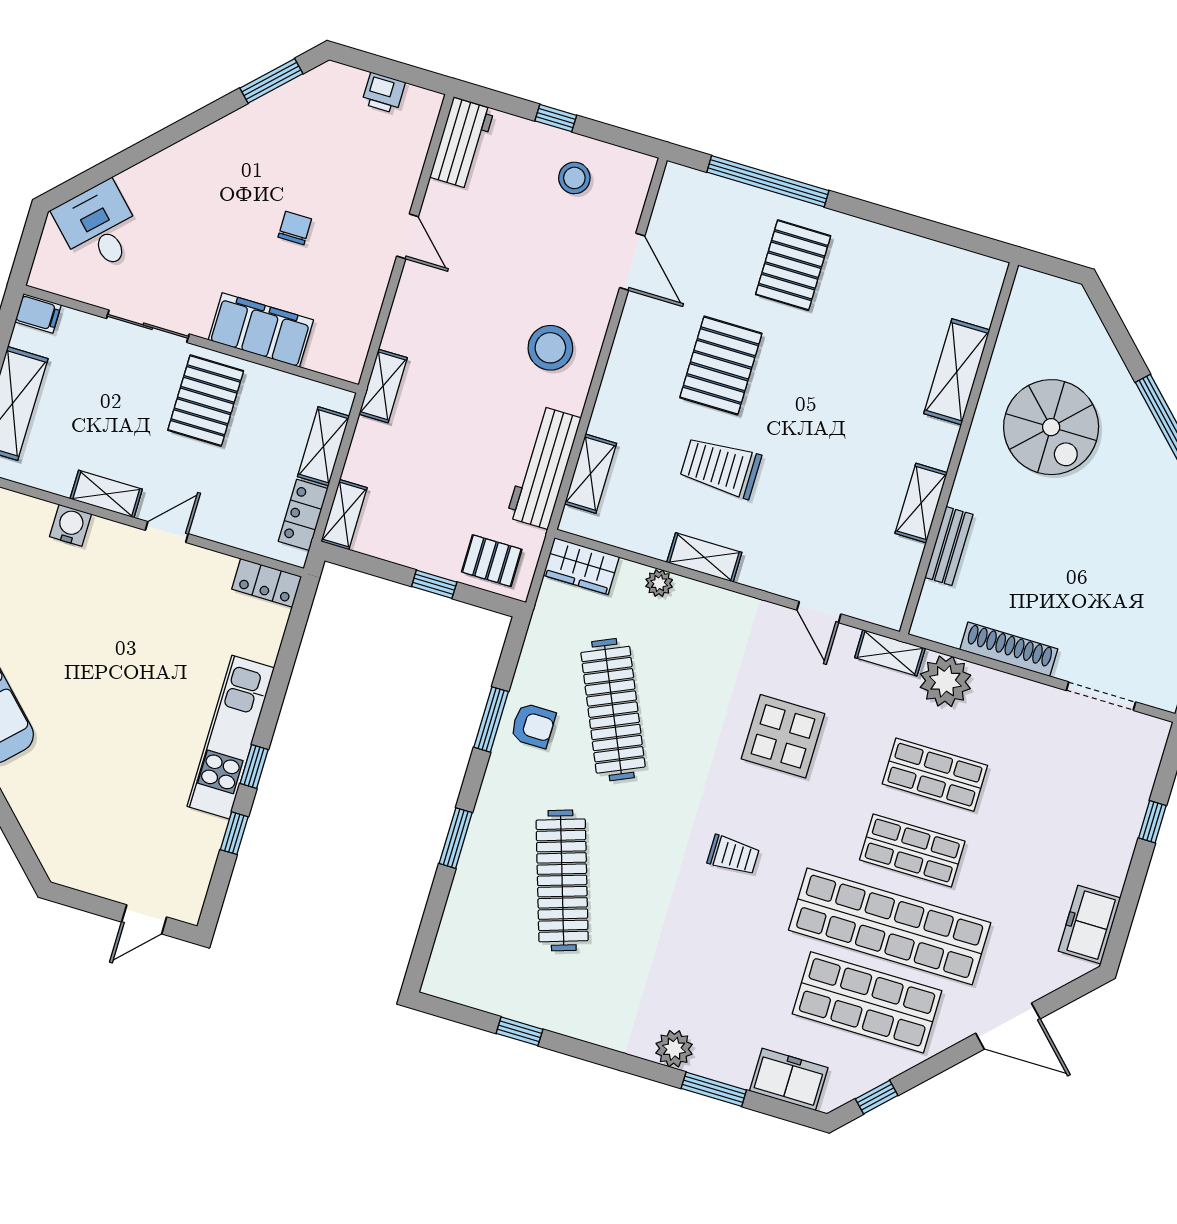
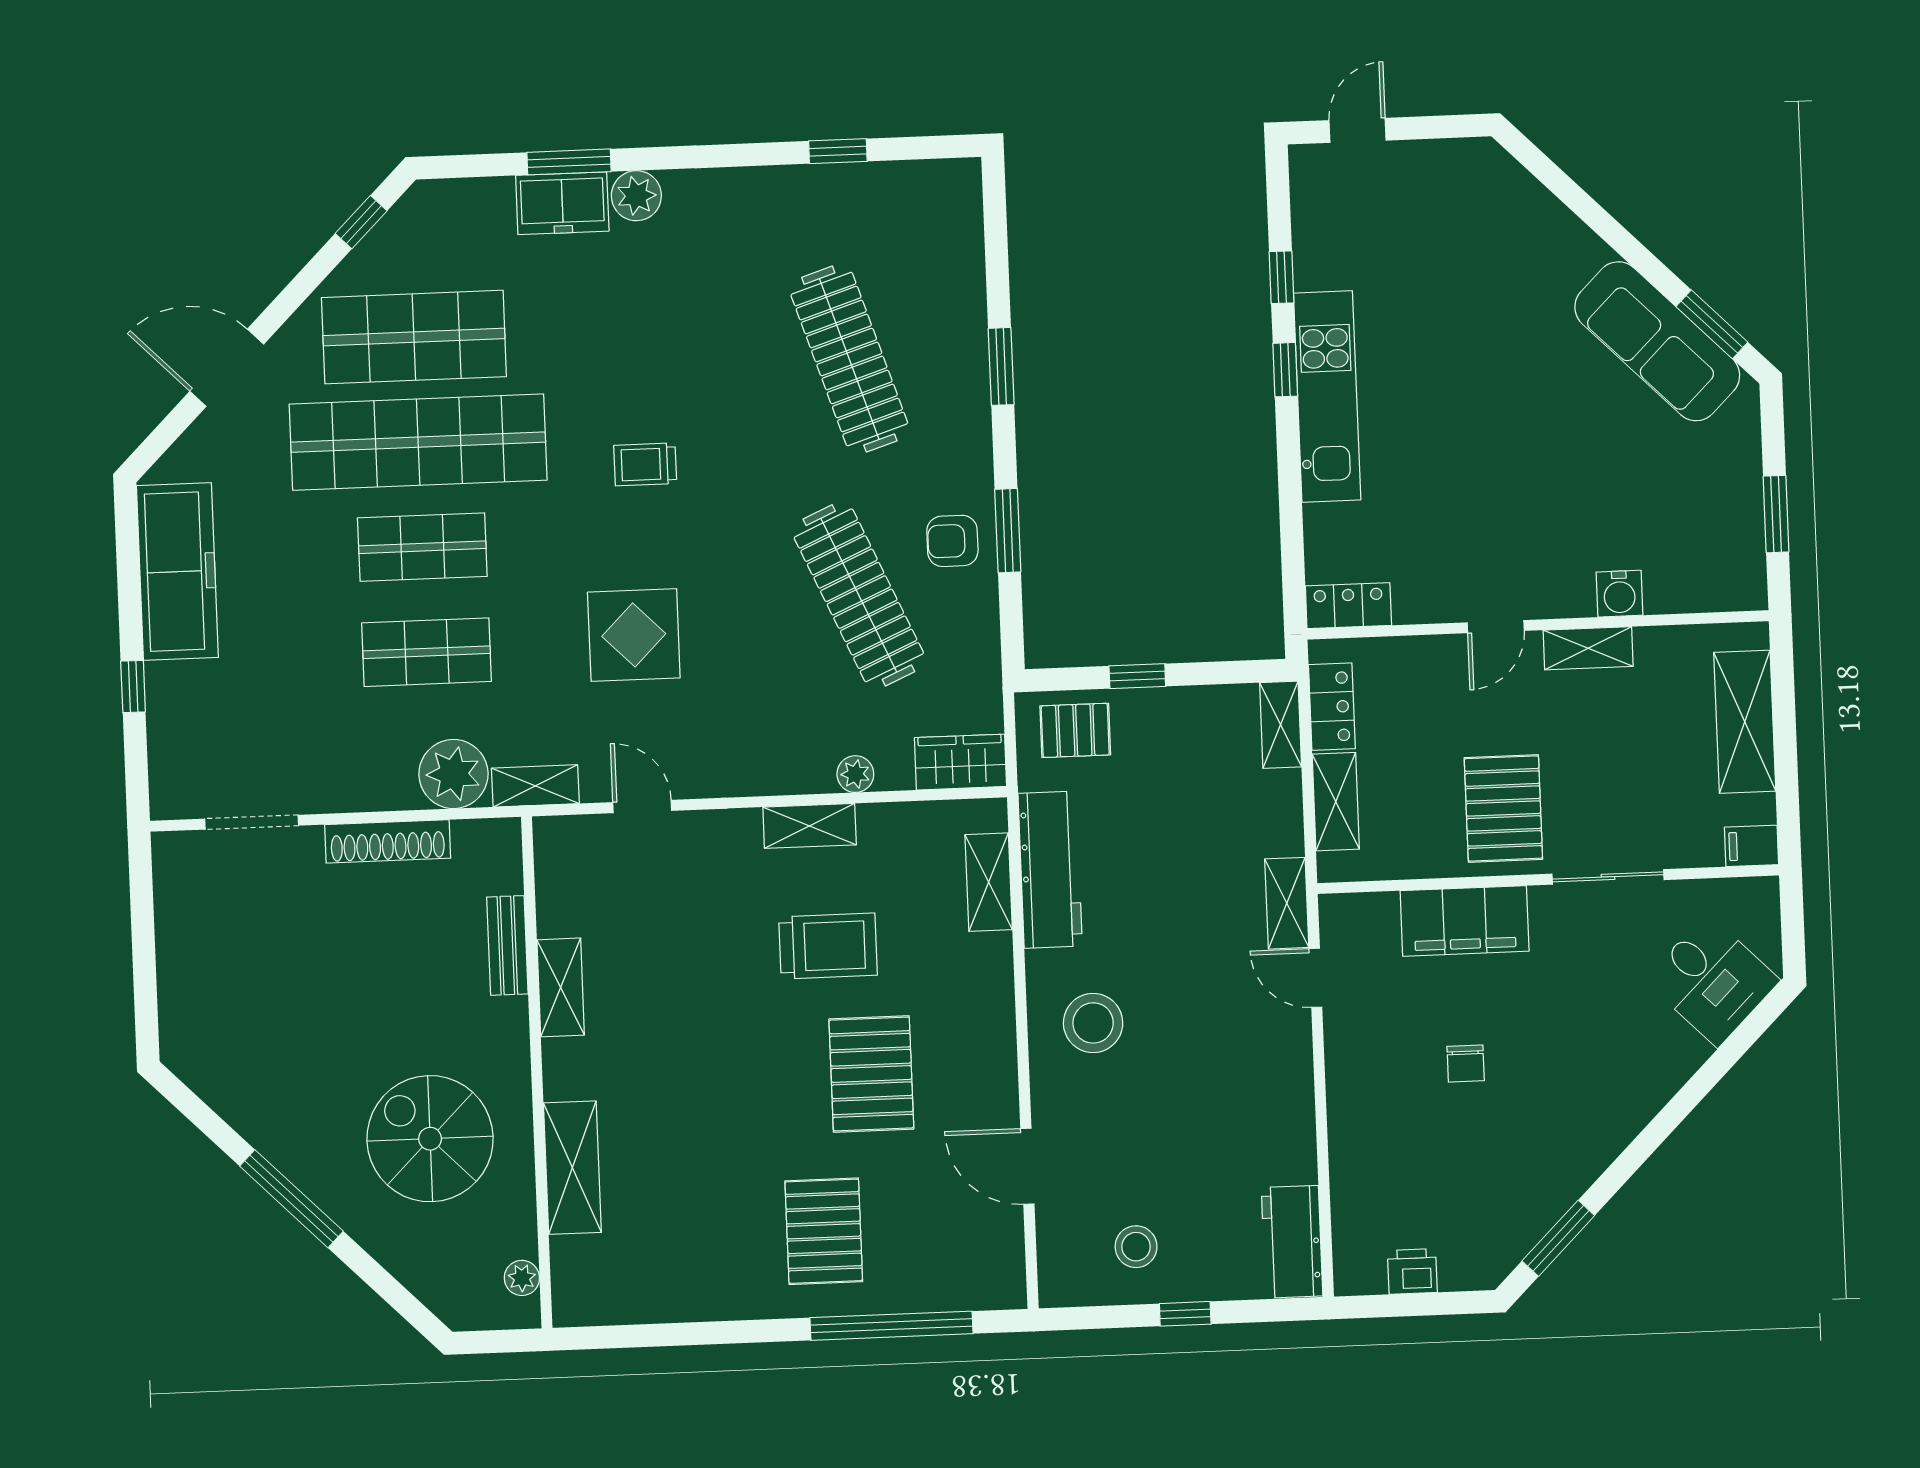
door: (407, 236) -> (1316, 978), moved
plant: (1020, 305) -> (522, 1278), added
freezer: (1089, 925) -> (177, 572), width x1.91, depth x1.26
freezer: (789, 1079) -> (562, 203), moved

